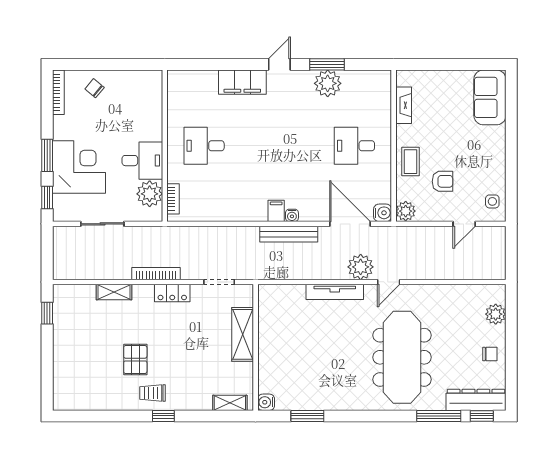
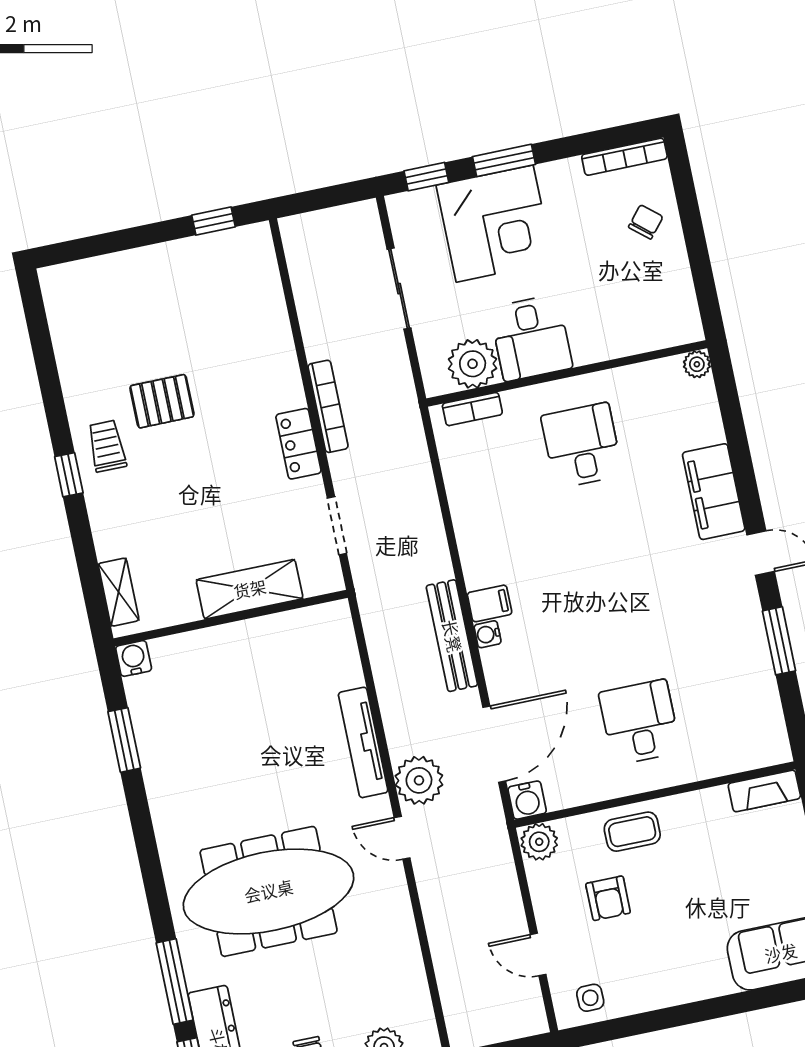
plant: (328, 83) -> (697, 364), moved, width x0.53, depth x0.53
fireplace: (404, 105) -> (764, 791), moved
shelving: (114, 292) -> (278, 336), removed

